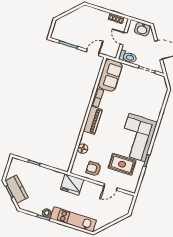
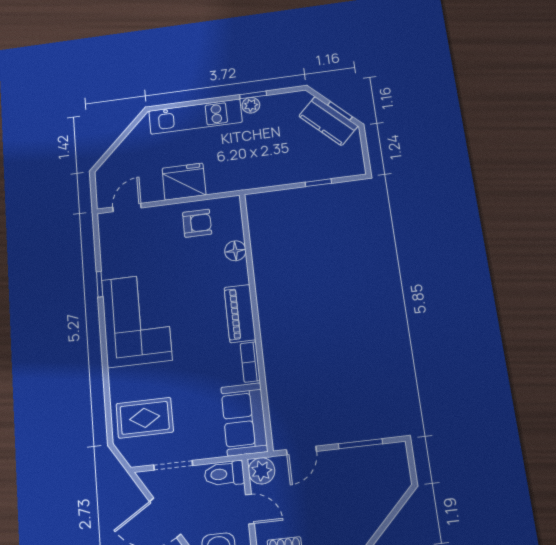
plant: (112, 51) -> (262, 471), added
rug: (122, 164) -> (145, 418), moved
fridge: (72, 185) -> (184, 182), moved
door: (110, 187) -> (127, 207), moved

